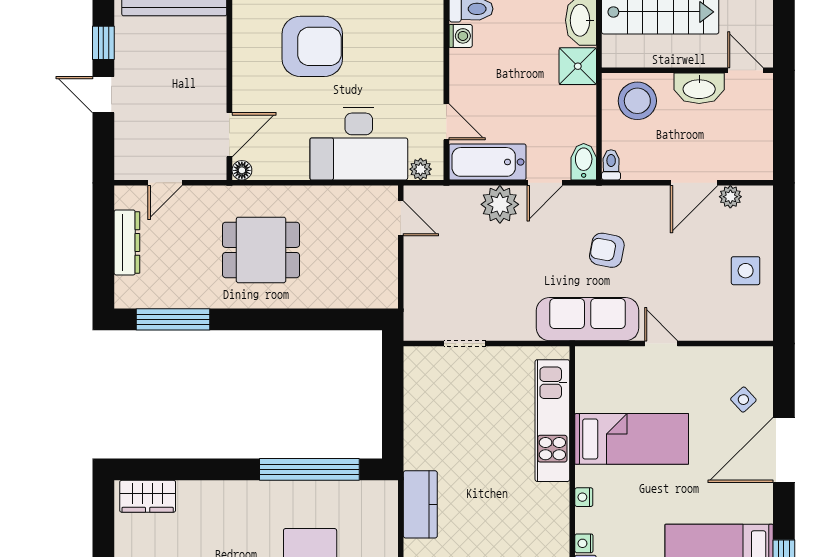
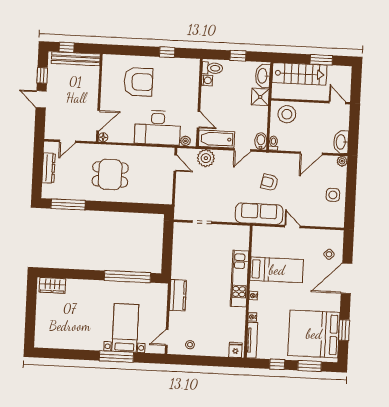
washbasin: (699, 88) -> (341, 142), moved, turned 90
plant: (730, 197) -> (342, 161), moved
plant: (500, 204) -> (206, 158), moved
kitchen unit: (552, 421) -> (240, 279), moved

